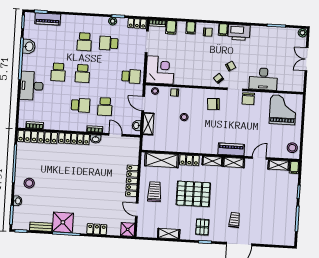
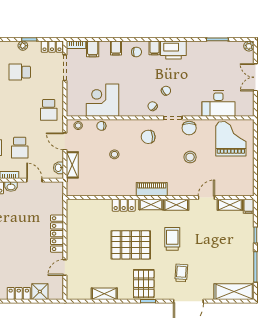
corner desk: (160, 70) -> (103, 100), moved, turned -90
school desk: (131, 76) -> (49, 110), turned 90
desk: (263, 79) -> (218, 104), moved
stool: (292, 148) -> (190, 157), moved
piano: (231, 149) -> (152, 189), moved
shelving: (162, 160) -> (234, 292), moved
trolley: (154, 192) -> (172, 239), moved
door: (137, 210) -> (65, 267), hinge flipped
pallet: (202, 227) -> (144, 284), width x1.50, depth x1.42
shower: (128, 229) -> (40, 292), moved

